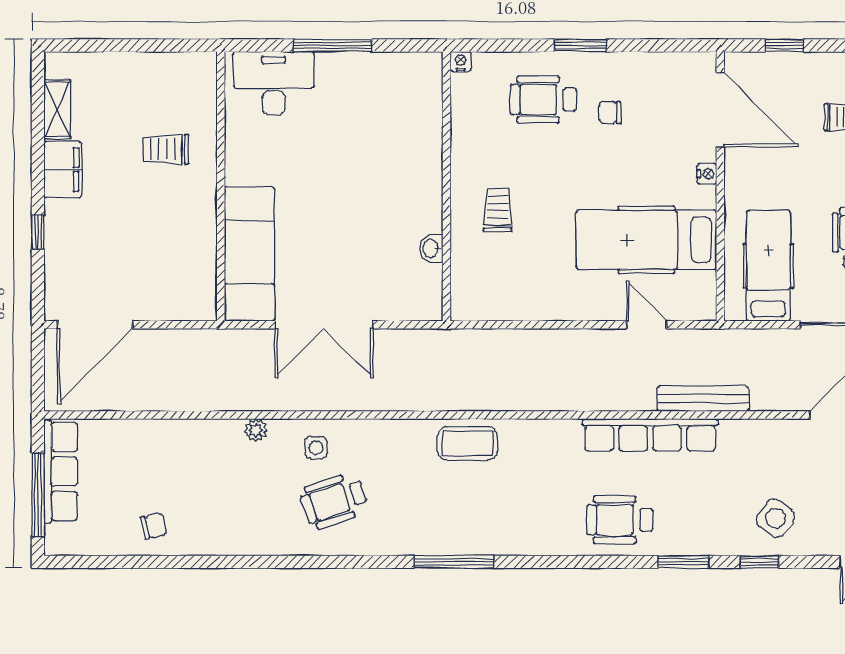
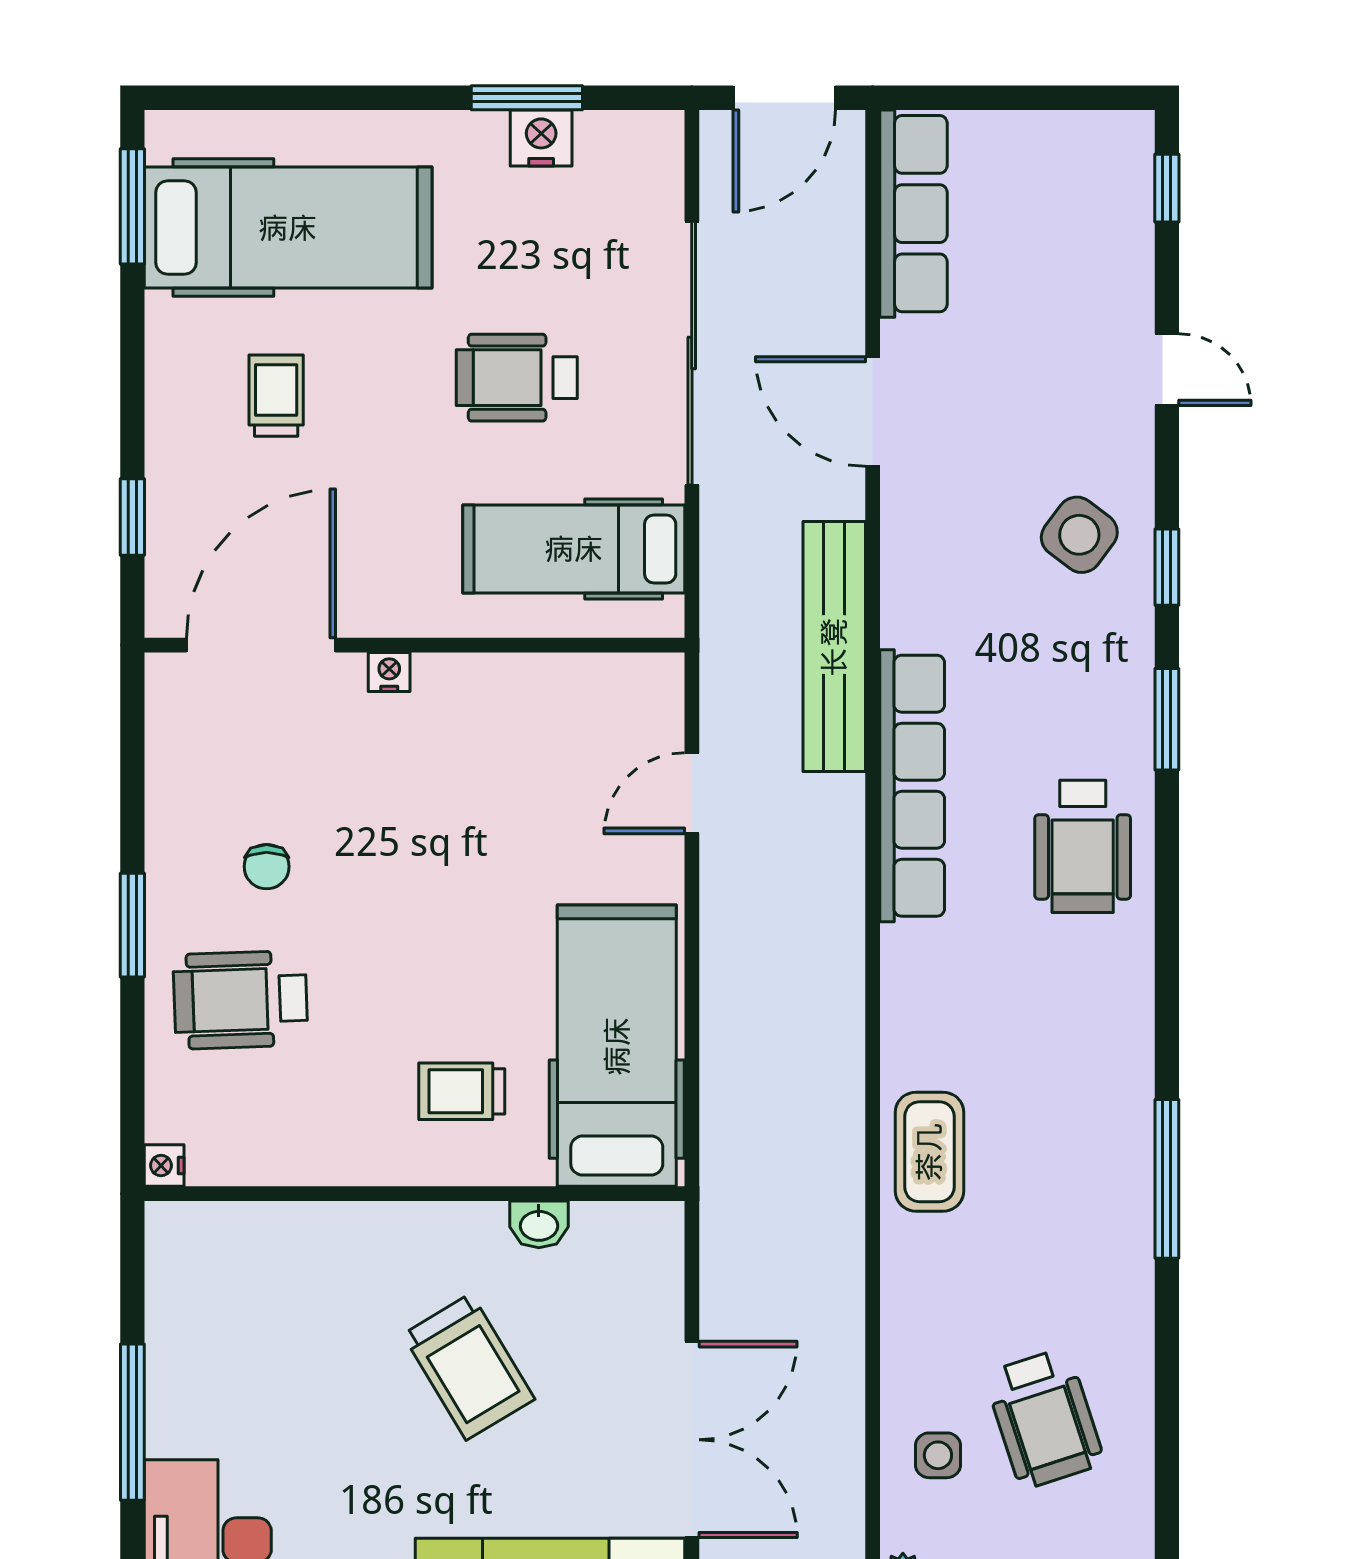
wheelchair: (543, 99) -> (240, 1000), turned 88
trolley: (360, 213) -> (469, 1367), added
hospital bed: (646, 240) -> (617, 1046), moved, turned 180
bench: (703, 399) -> (834, 647), width x1.37, depth x1.21

